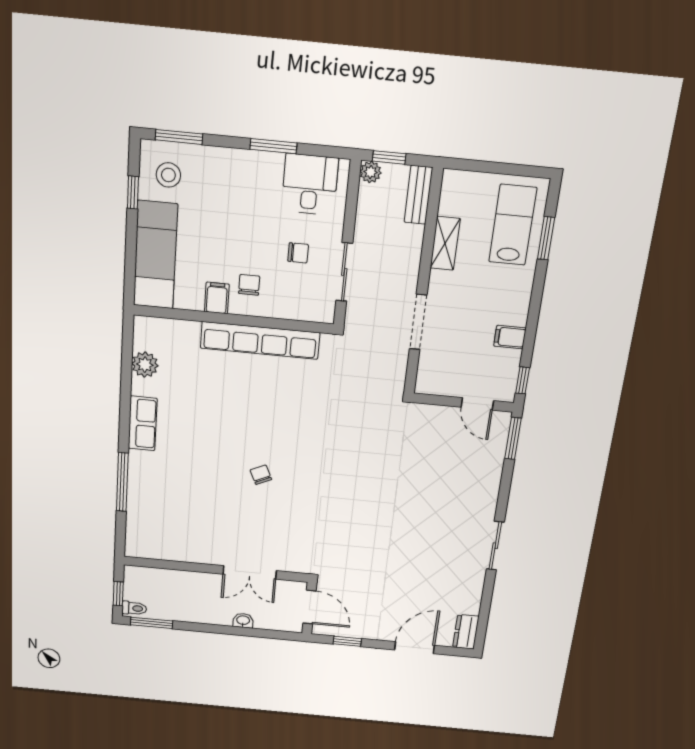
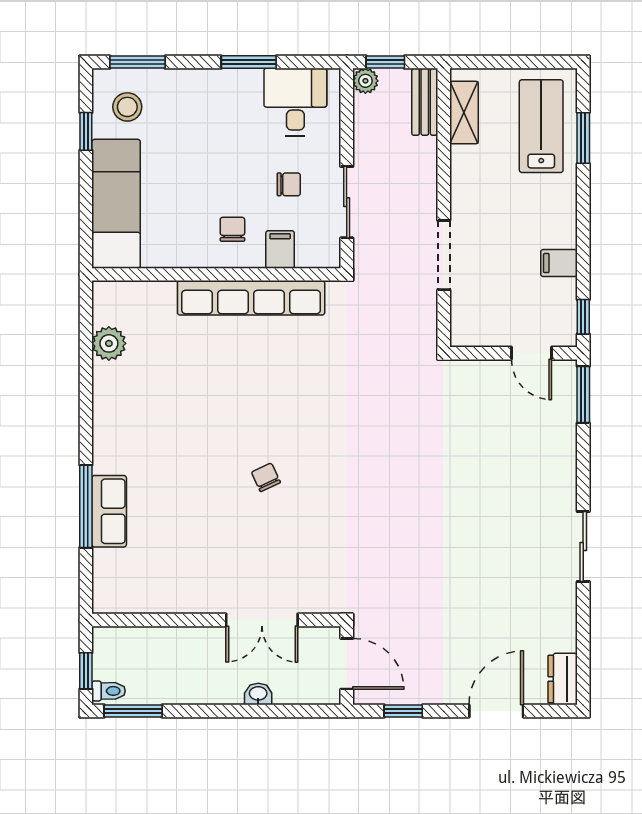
shelving: (445, 243) -> (464, 113), moved
filing cabinet: (217, 298) -> (280, 249), moved
row of seats: (143, 423) -> (109, 511), moved

